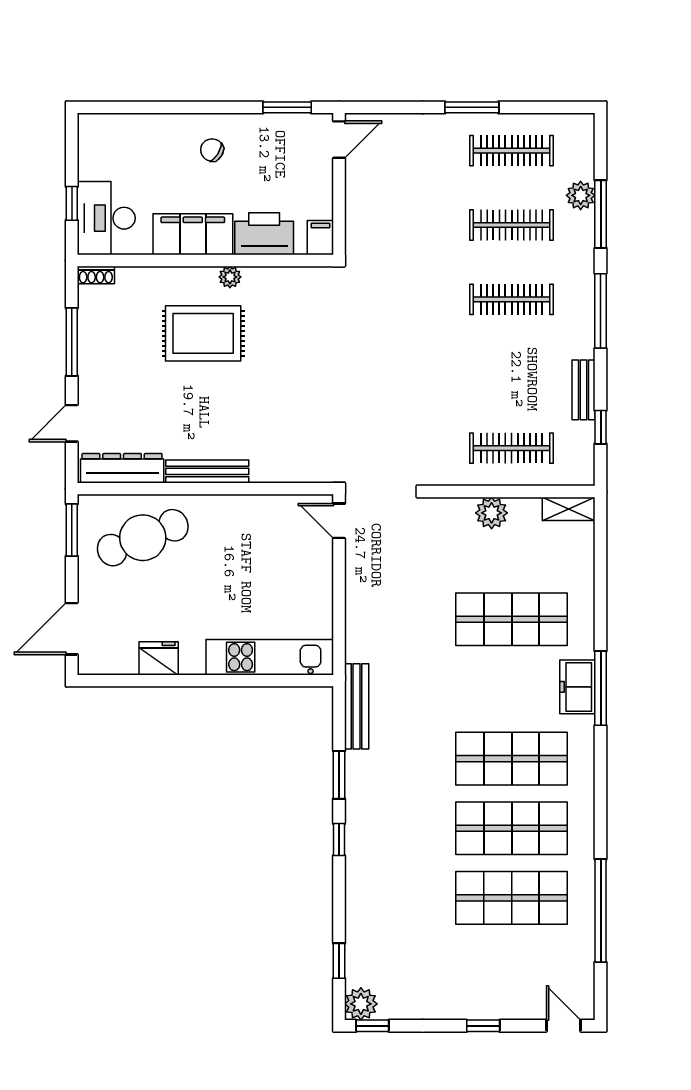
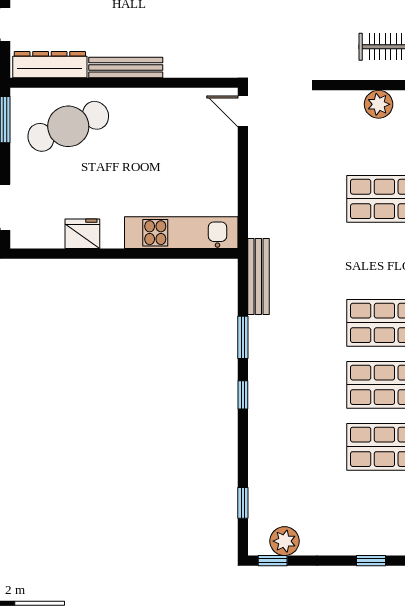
plant: (361, 1004) -> (285, 541), moved

